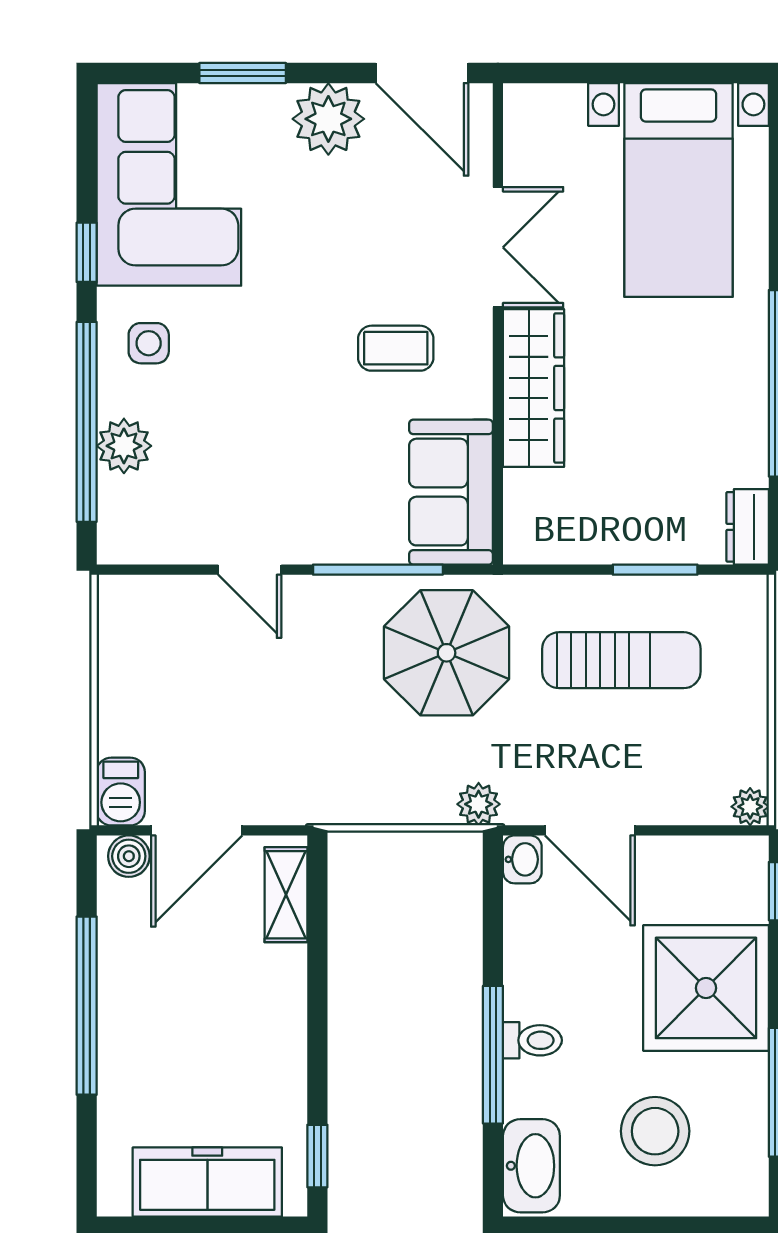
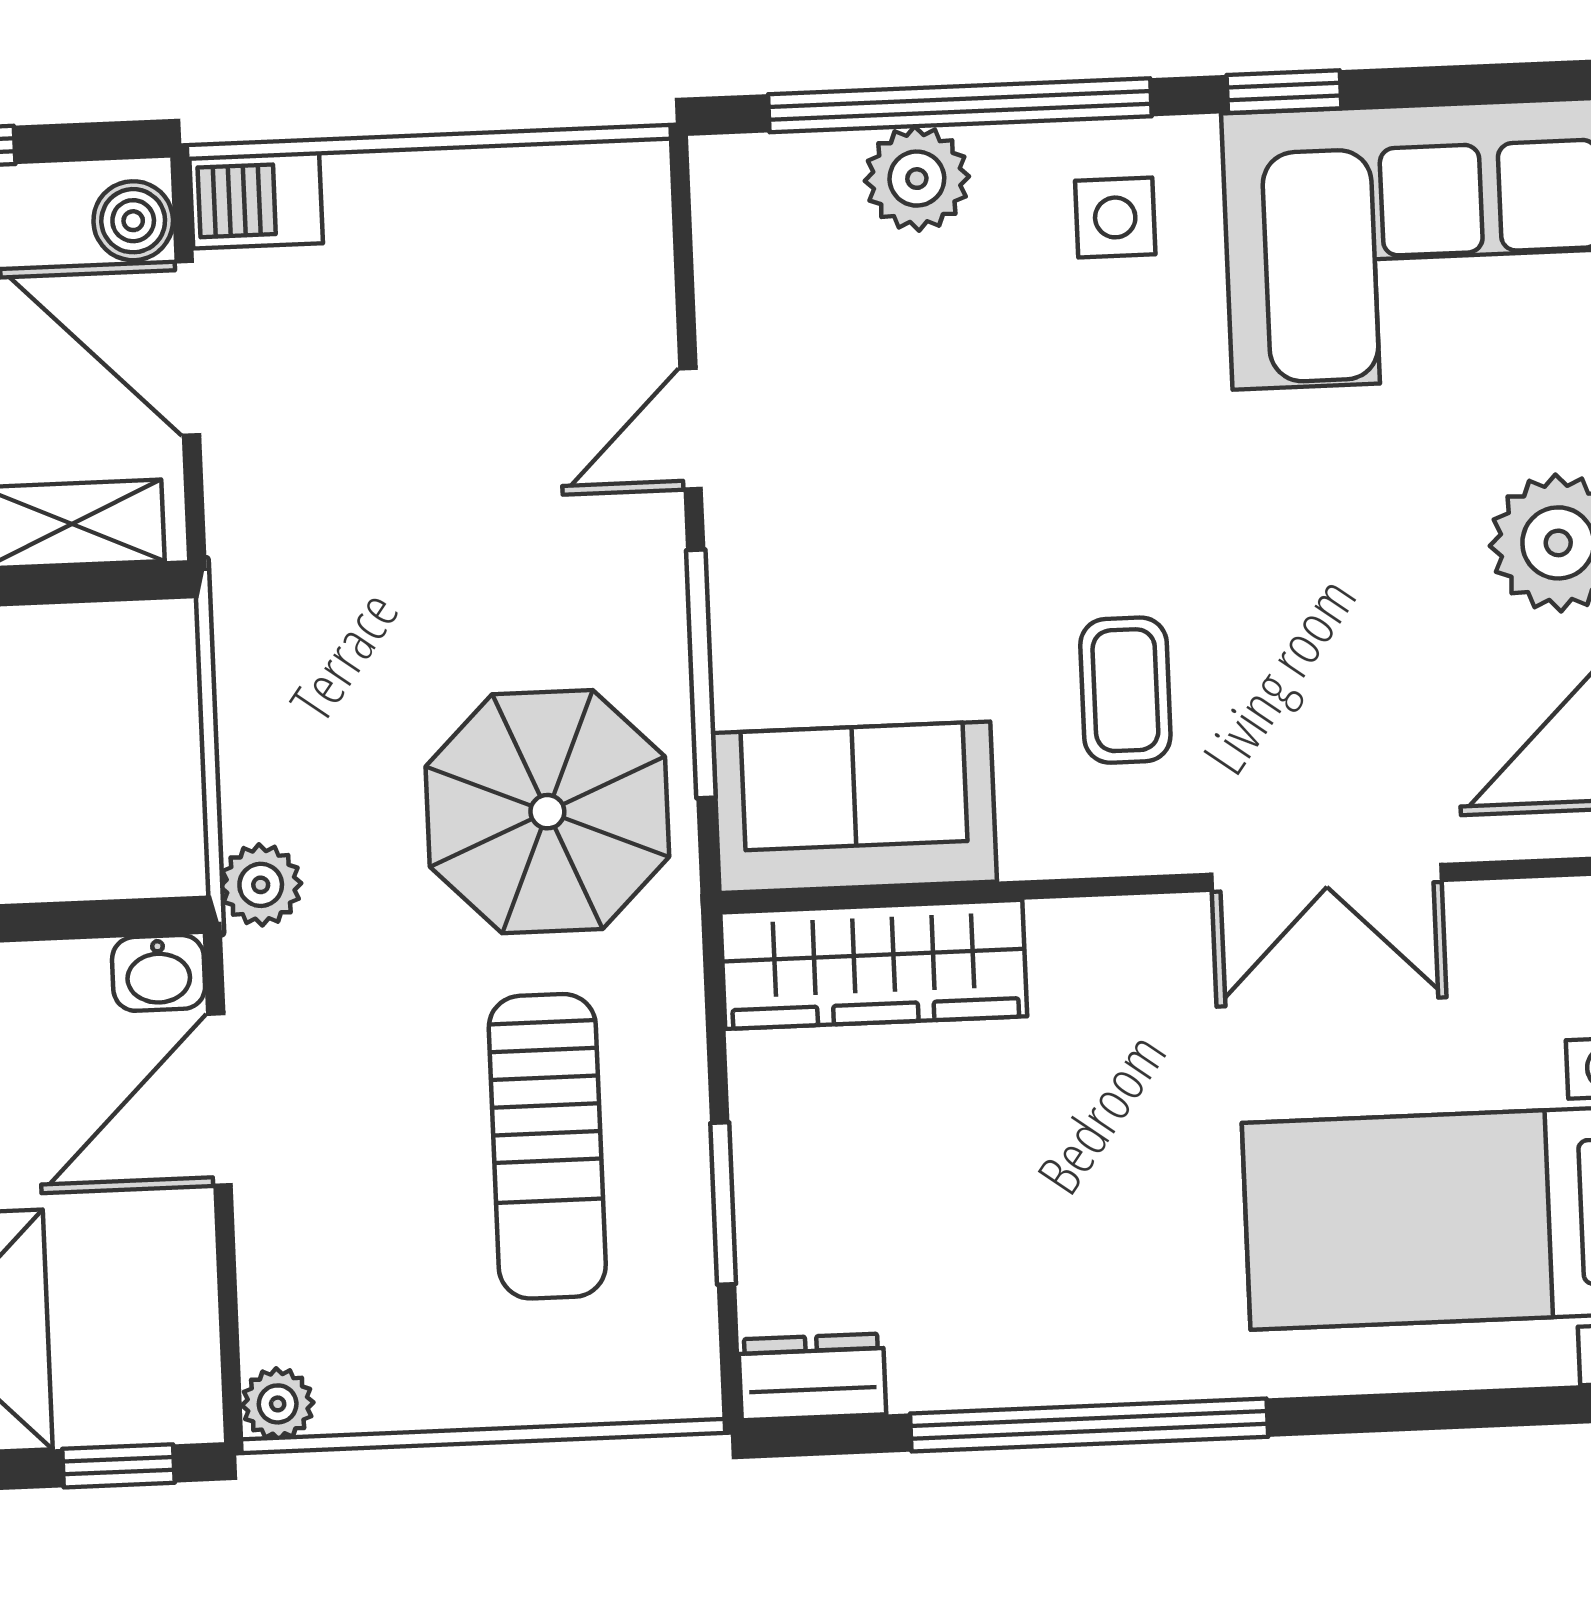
wardrobe: (533, 388) -> (874, 964), moved

